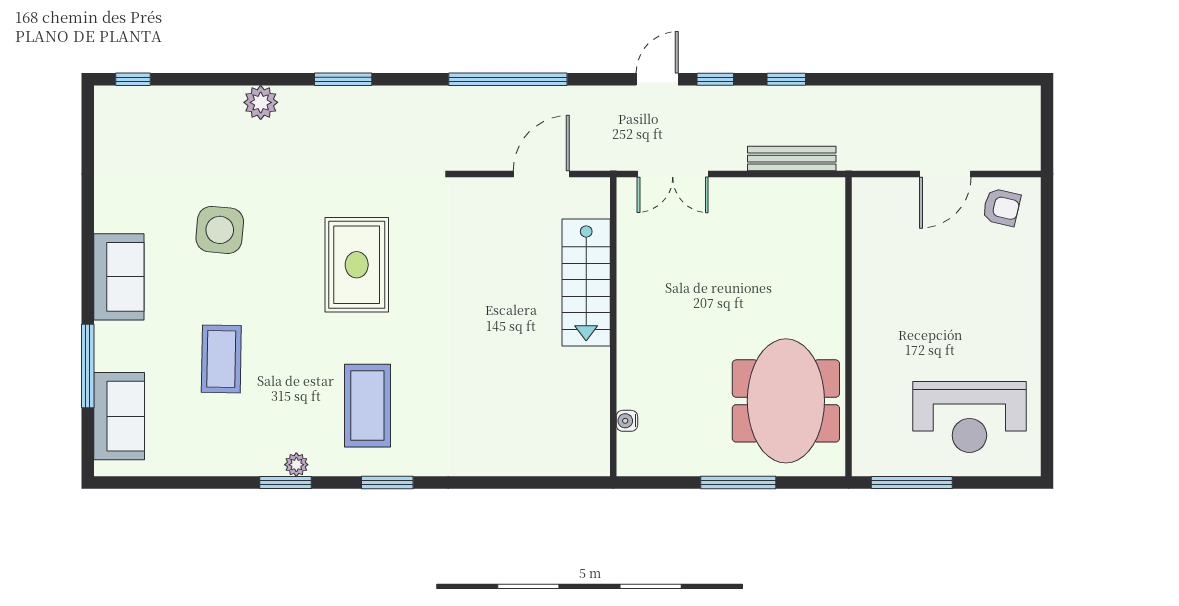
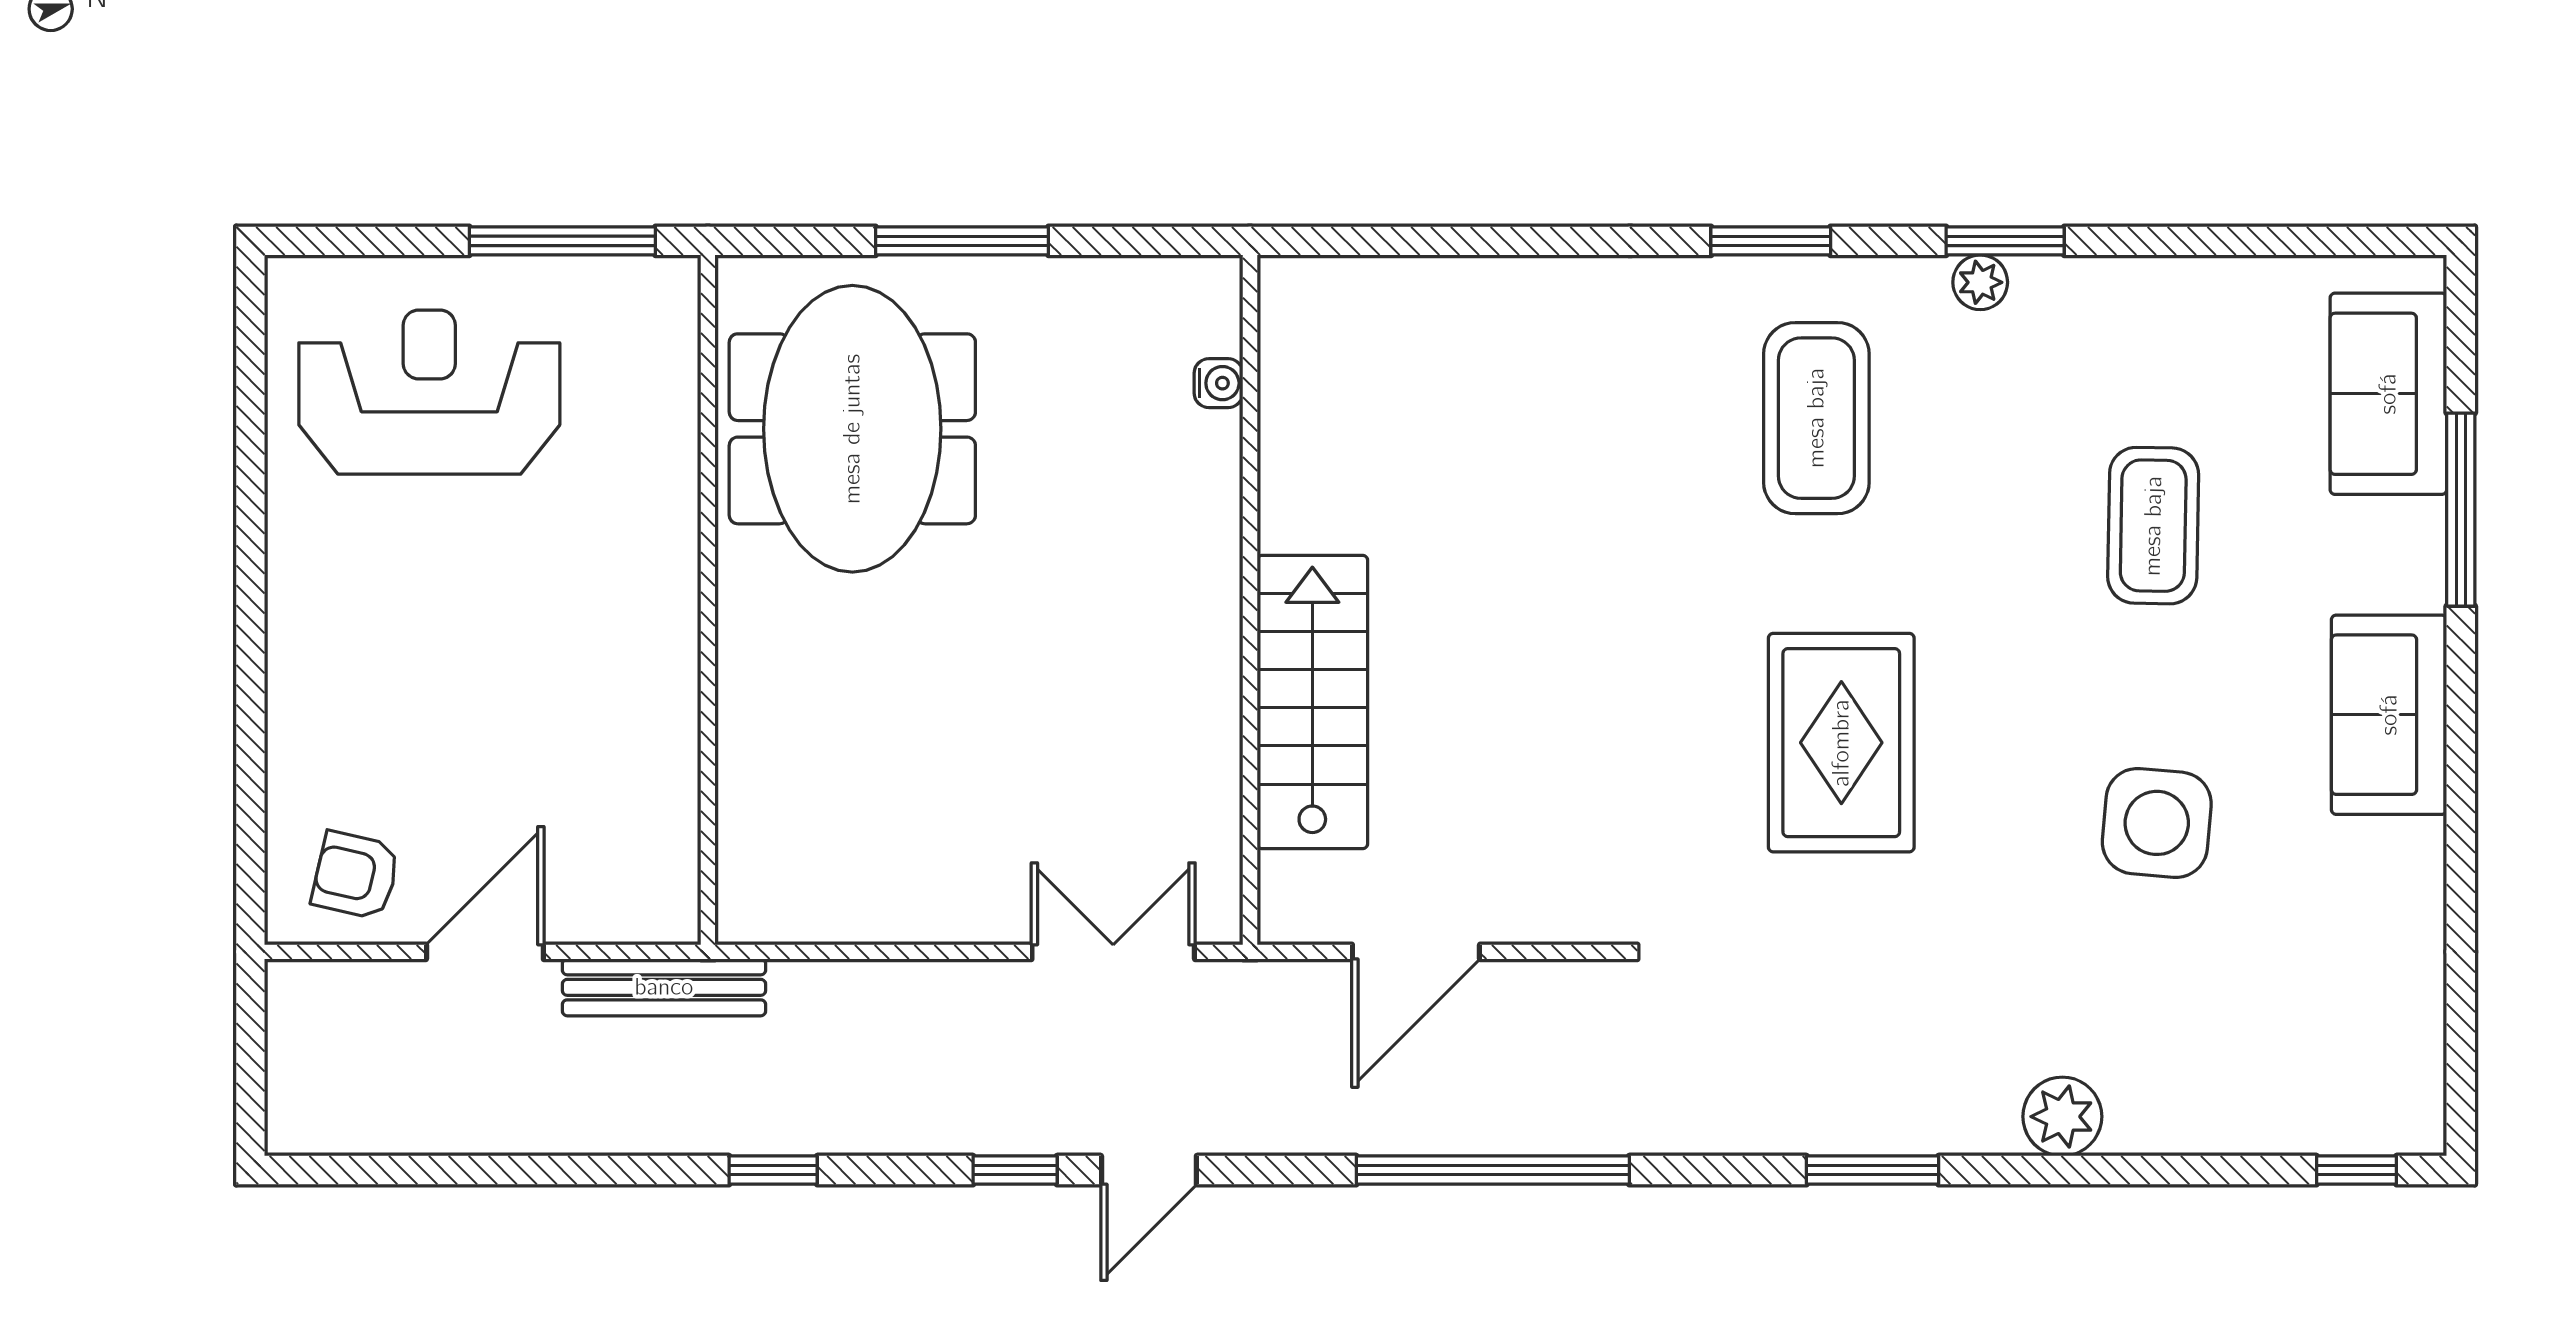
window: (786, 79) -> (773, 1170), moved
bench: (792, 159) -> (664, 987), moved

